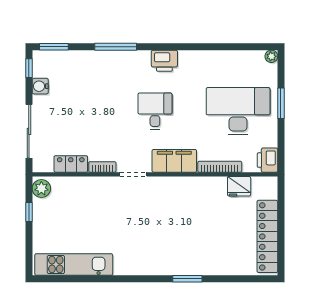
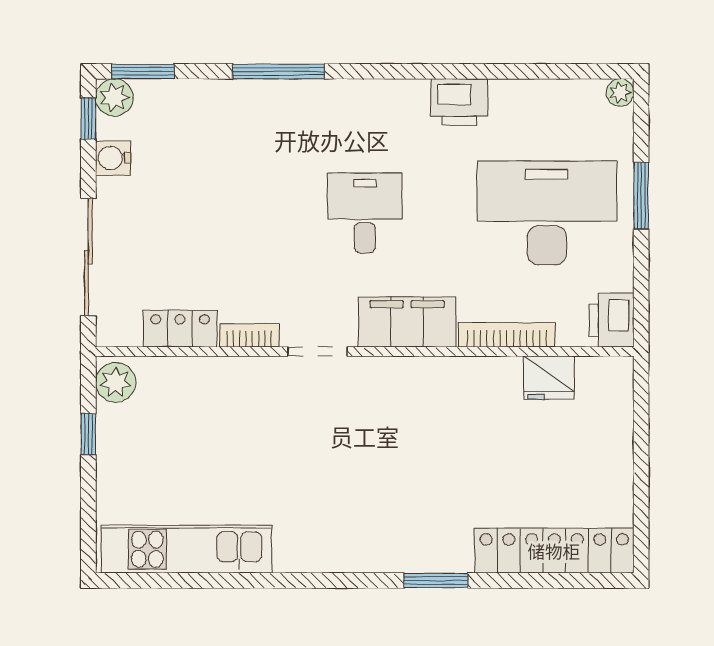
plant: (41, 59) -> (114, 97), added
printer: (164, 61) -> (459, 102), moved
locker: (267, 236) -> (554, 551), moved, turned 90

